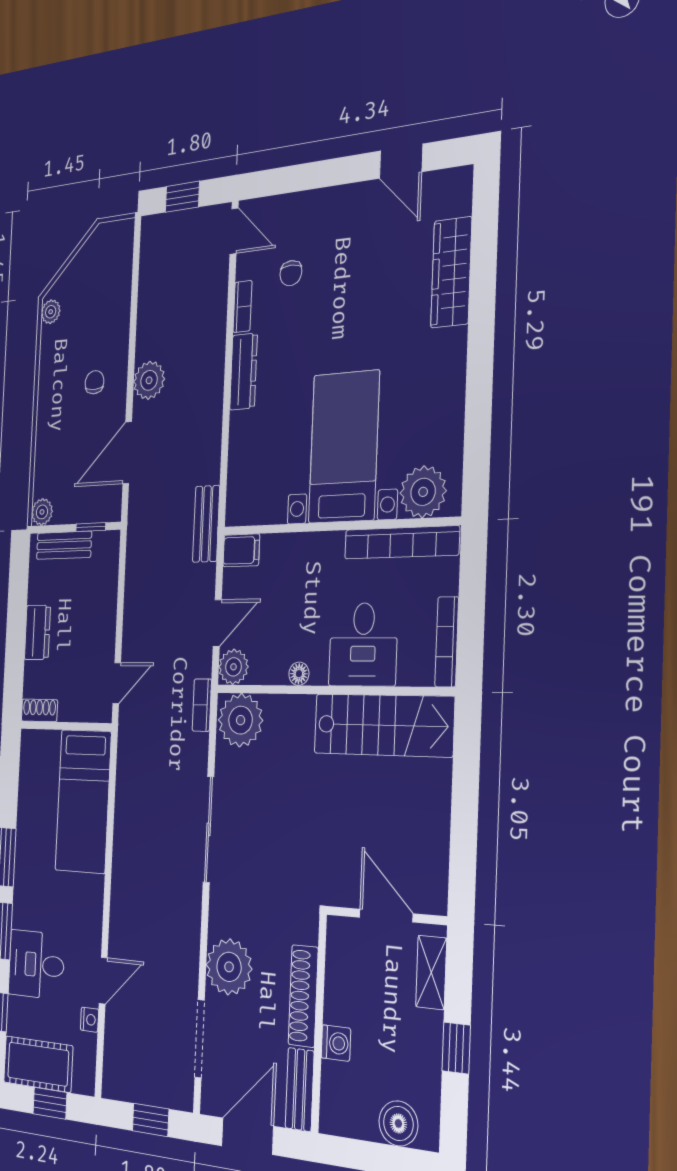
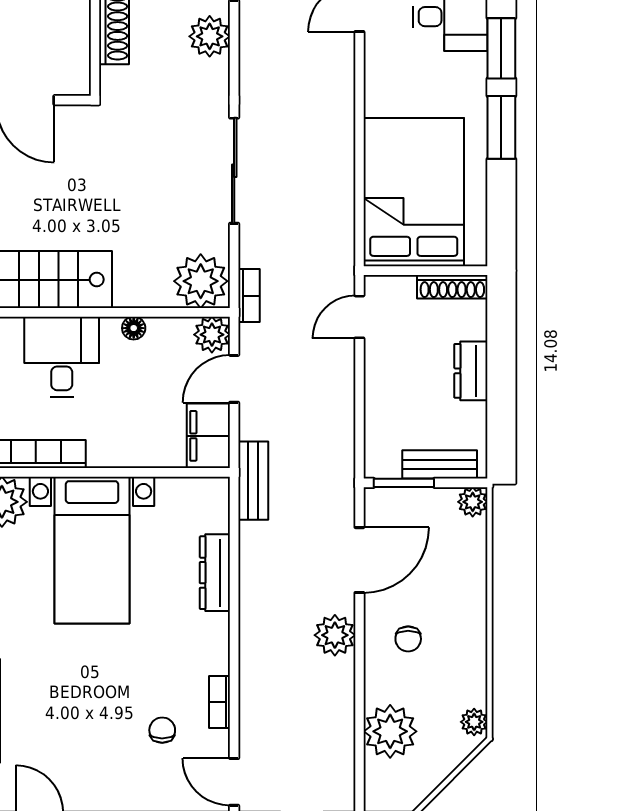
plant: (112, 295) -> (390, 731), added
dresser: (243, 372) -> (215, 573), moved
window: (91, 527) -> (404, 483), width x1.50
filing cabinet: (241, 550) -> (208, 436), width x2.00
shoe rack: (39, 710) -> (452, 287), width x1.43
bed: (83, 801) -> (414, 192), width x1.50
plant: (229, 967) -> (210, 36), width x0.73, depth x0.73

